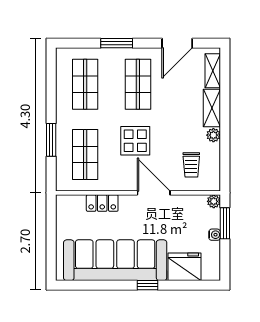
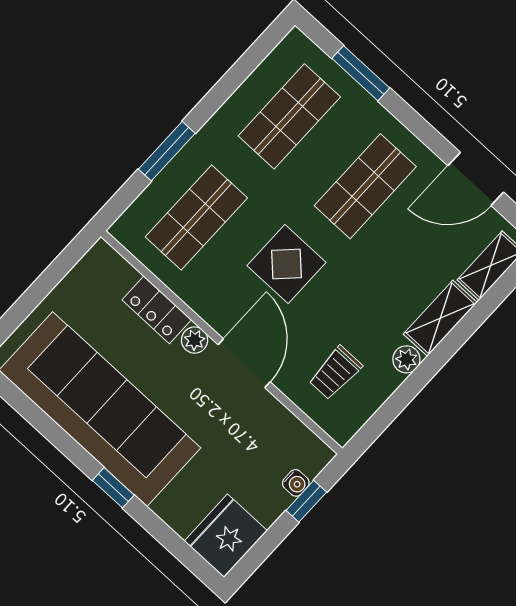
window: (117, 43) -> (361, 73), moved
plant: (214, 201) -> (195, 340), moved
window: (225, 223) -> (306, 501), width x0.67
water cooler: (215, 235) -> (296, 483), moved
fridge: (185, 267) -> (226, 536), moved, turned -90

